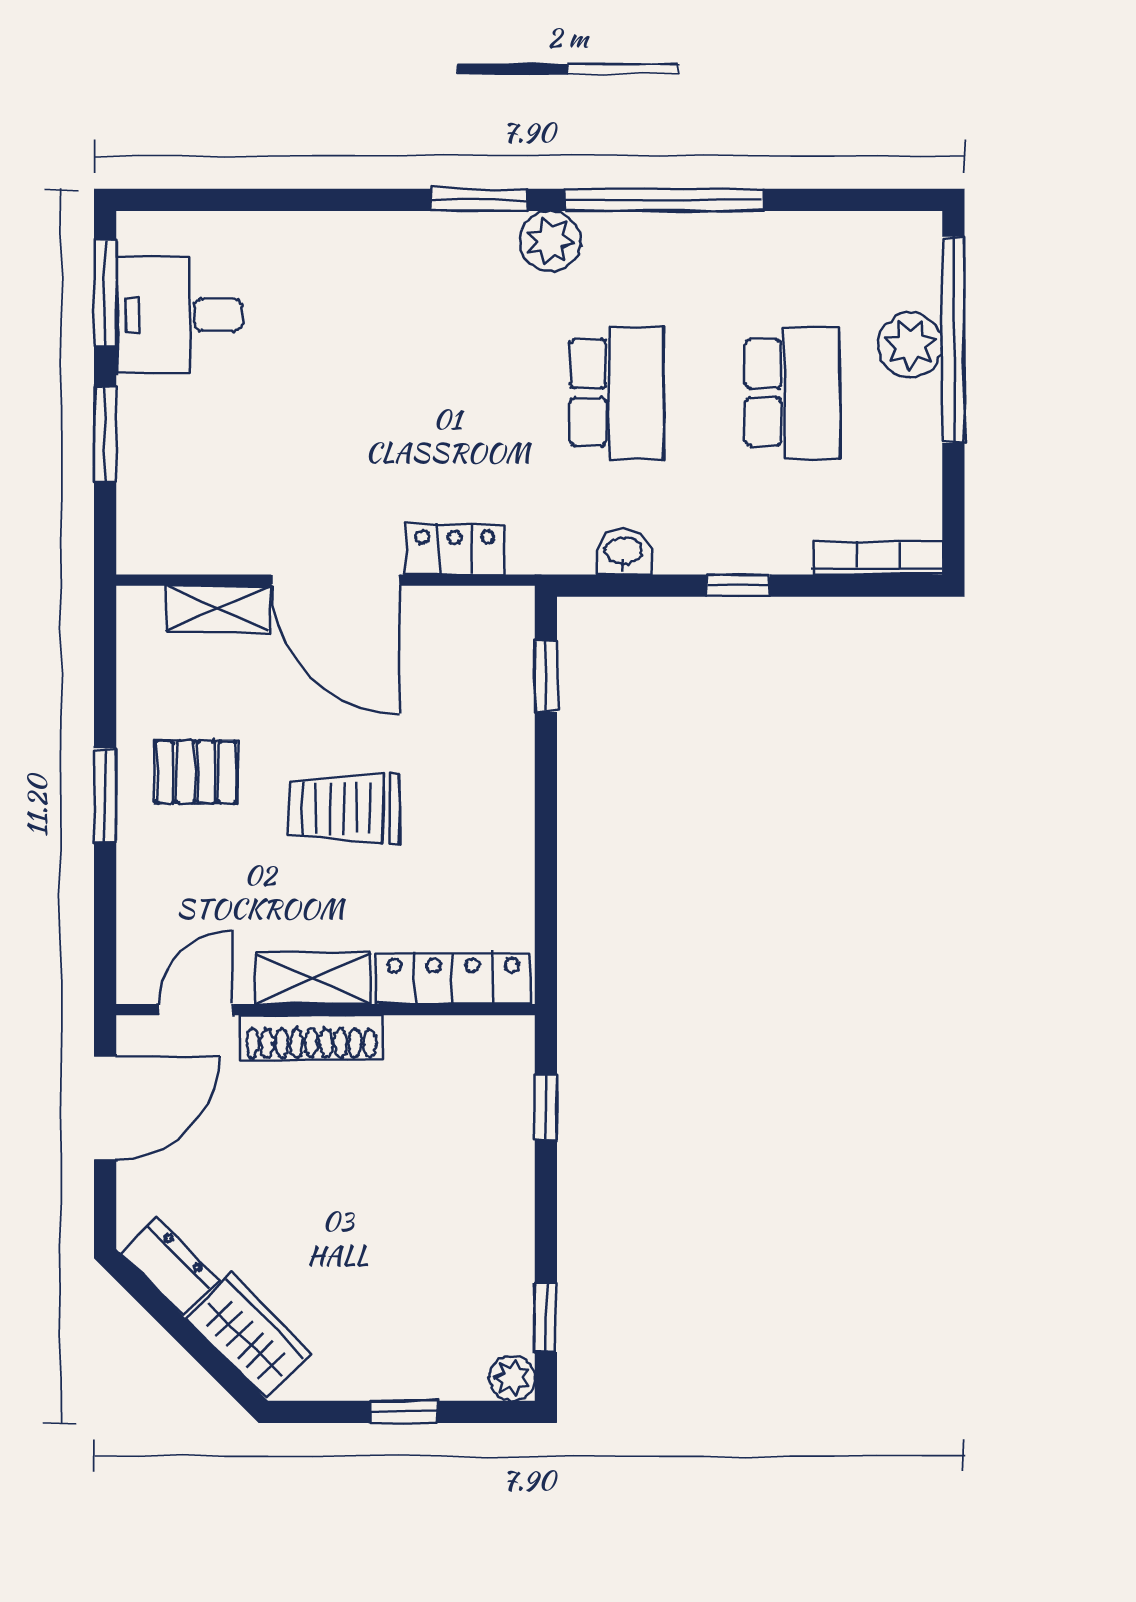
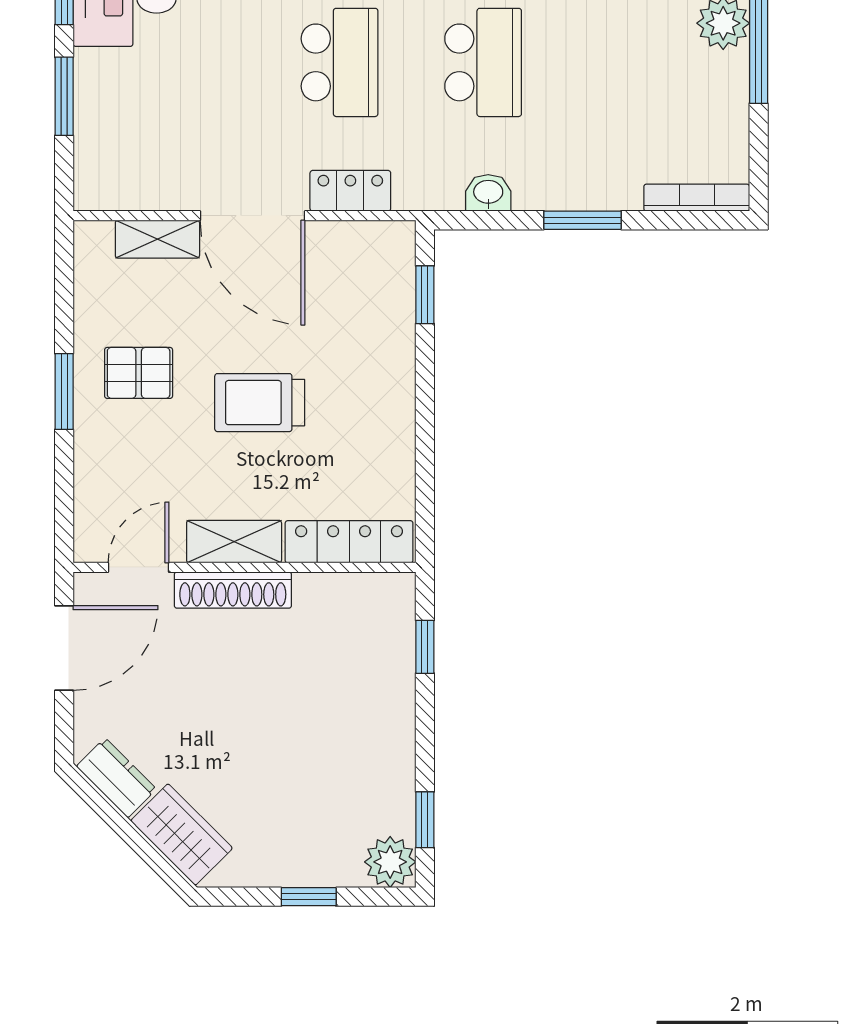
school desk: (792, 393) -> (340, 62), moved
window: (738, 586) -> (583, 220), width x1.50
plant: (512, 1378) -> (390, 862), width x1.38, depth x1.38

